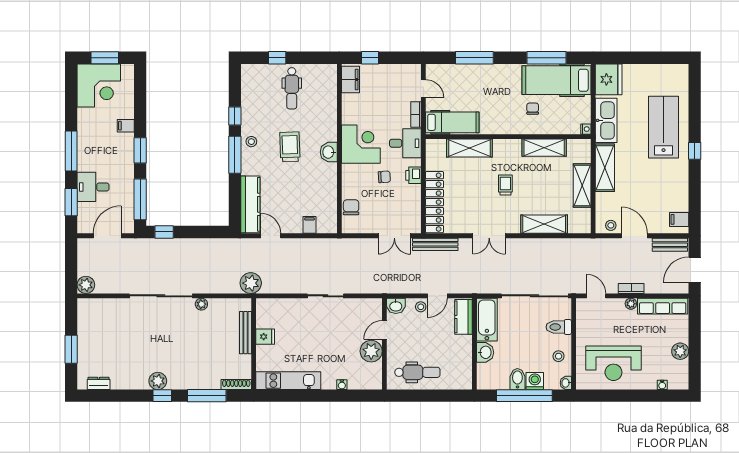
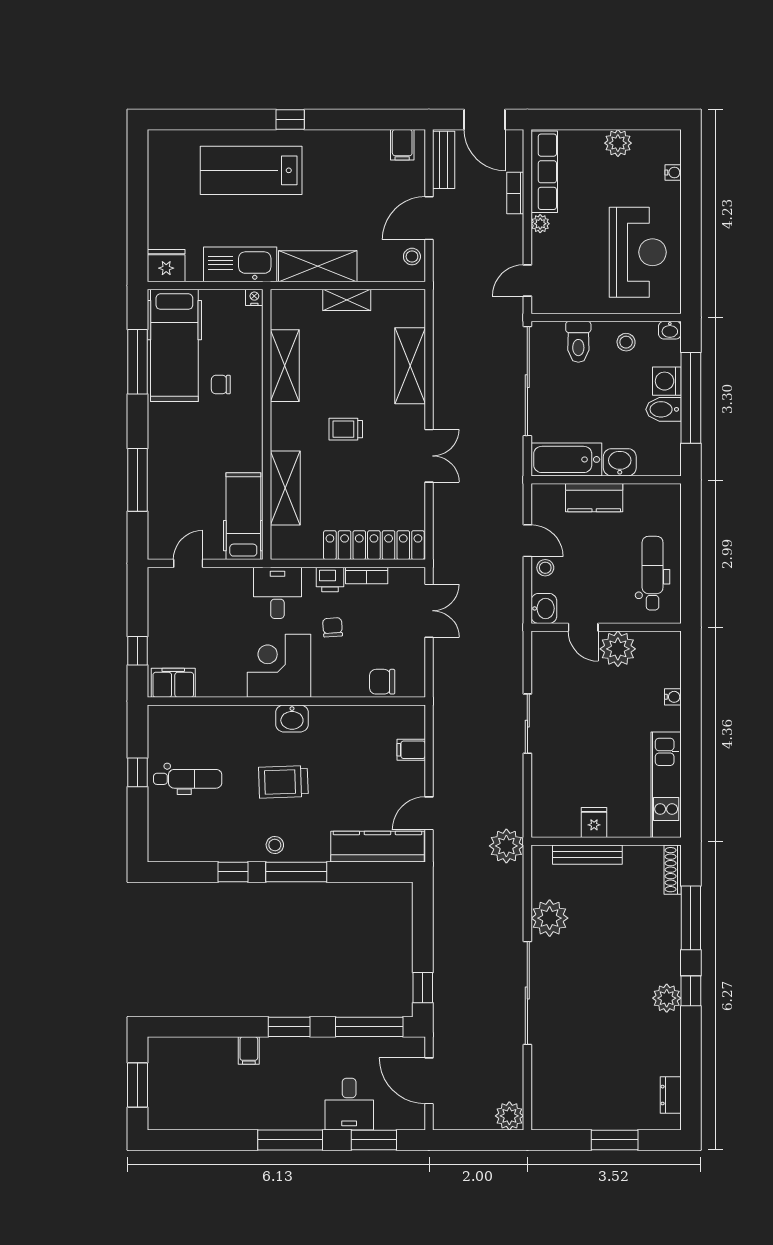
window: (277, 58) -> (138, 772), moved
fridge: (609, 79) -> (166, 266), width x0.73, depth x0.75
corner desk: (99, 85) -> (183, 1095), removed
bookcase: (416, 115) -> (367, 575), moved
shelving: (582, 186) -> (347, 300), width x0.67, depth x0.75
bench: (435, 244) -> (443, 544), removed
bookcase: (631, 288) -> (515, 193), moved
plant: (201, 304) -> (550, 918), width x1.88, depth x1.88
kitchen counter: (463, 317) -> (594, 498), moved

